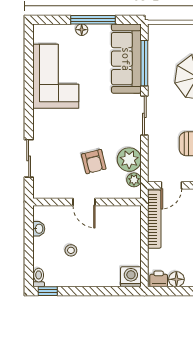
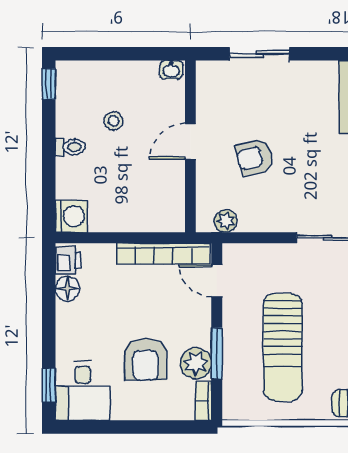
plant: (129, 160) -> (258, 214), removed
washbasin: (39, 229) -> (171, 70), moved
toilet: (39, 278) -> (70, 147), moved

